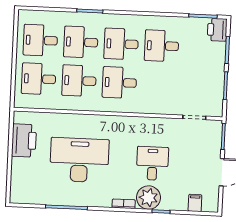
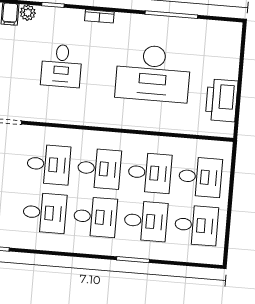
desk: (160, 84) -> (49, 164), added
plant: (148, 198) -> (28, 13), moved, width x0.53, depth x0.53

